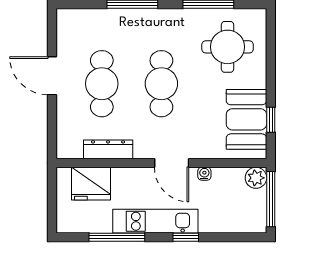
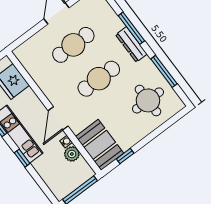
booth: (246, 119) -> (100, 145), moved, turned 90
dresser: (108, 149) -> (131, 44), moved, turned 180
plant: (256, 178) -> (72, 154), moved

